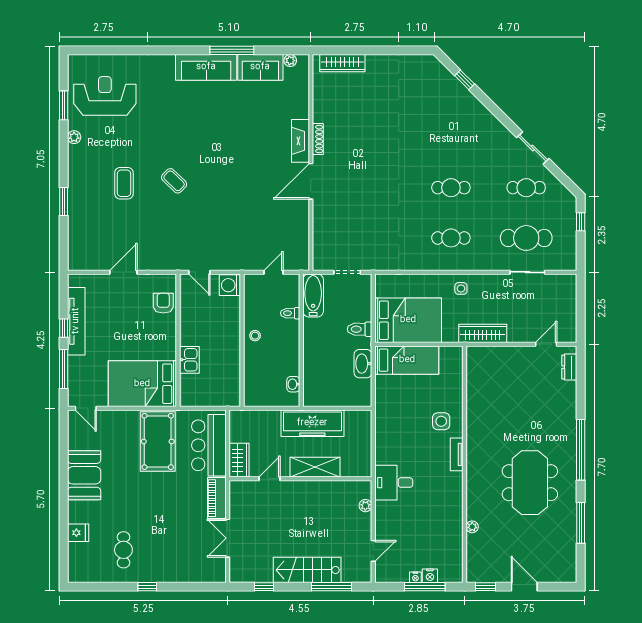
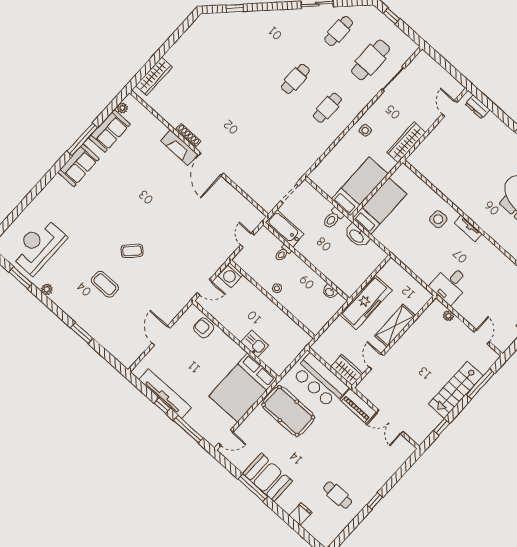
sofa: (206, 67) -> (78, 165), width x0.73
bed: (408, 320) -> (360, 186), width x0.67
window: (64, 471) -> (253, 488), added

